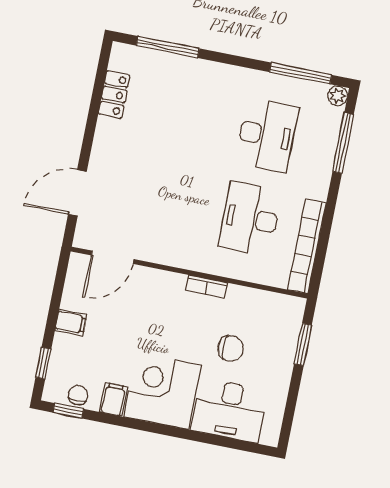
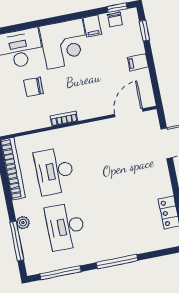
window: (168, 47) -> (117, 262), moved
plant: (338, 96) -> (23, 223), moved
desk: (250, 219) -> (55, 171), turned 180

